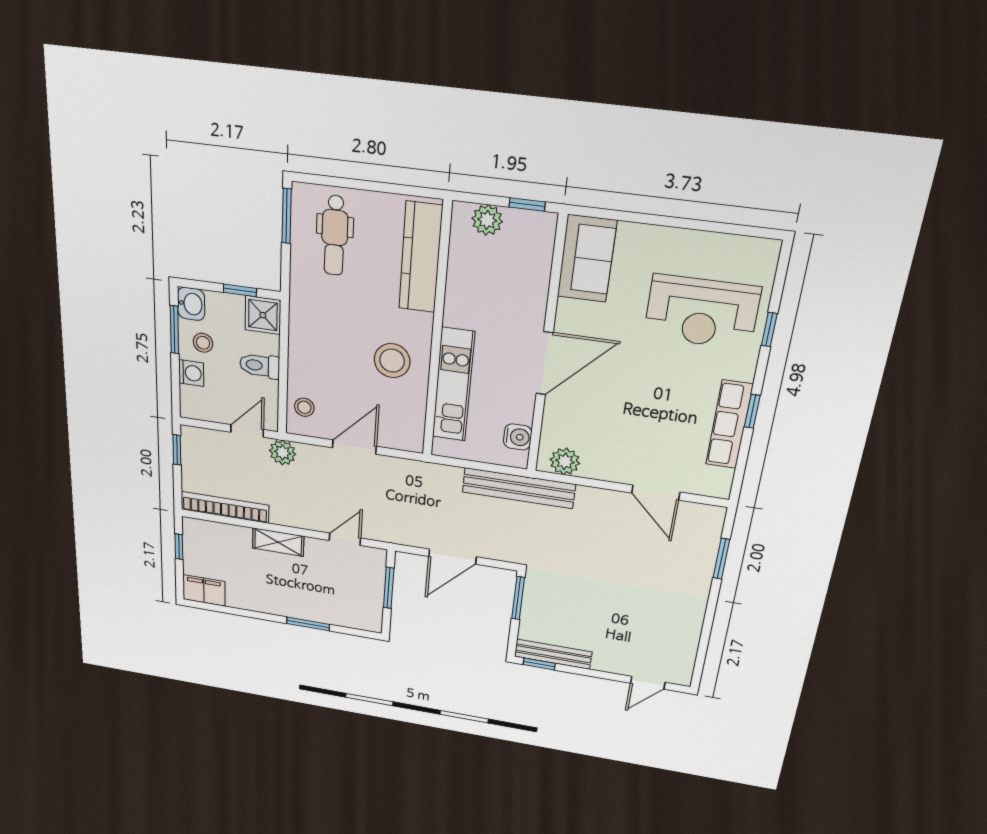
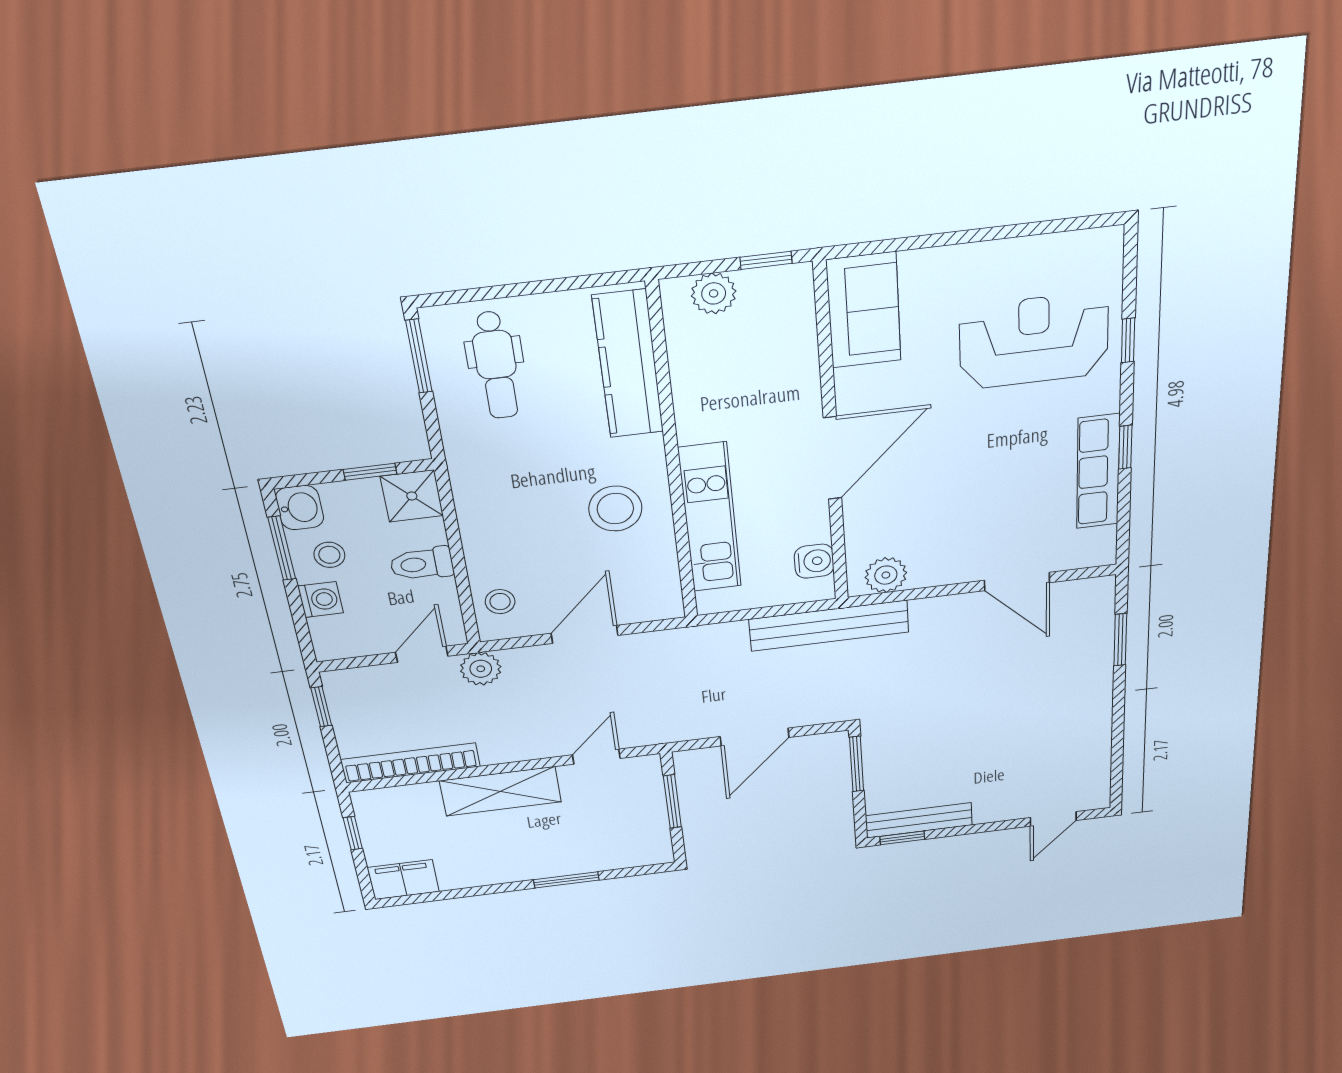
reception desk: (702, 312) -> (1034, 341), turned 180
shelving: (278, 542) -> (501, 791), width x1.50, depth x1.33

